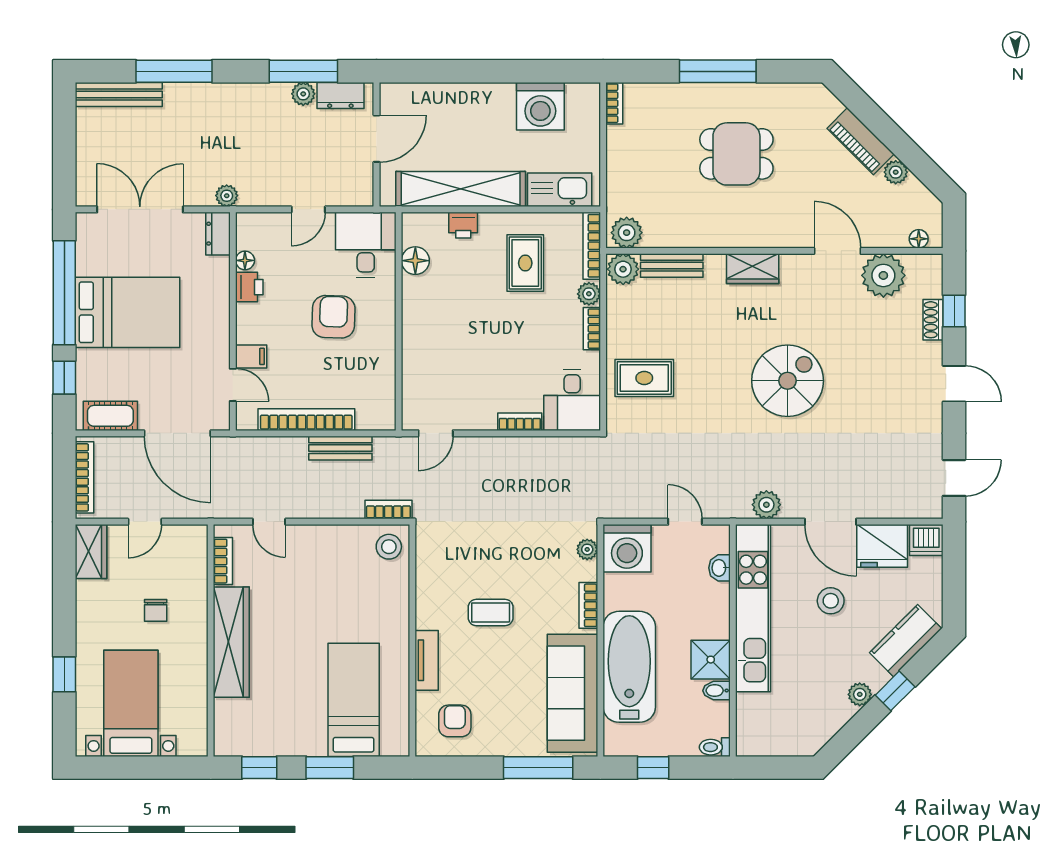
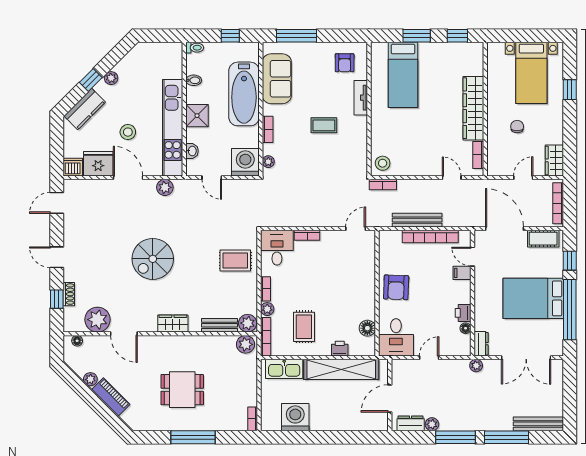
window: (303, 71) -> (456, 437), moved
armchair: (333, 317) -> (396, 287), moved
bench: (340, 448) -> (417, 220), width x1.36
shower: (711, 660) -> (197, 116), moved
sofa: (572, 693) -> (277, 79), width x0.73

